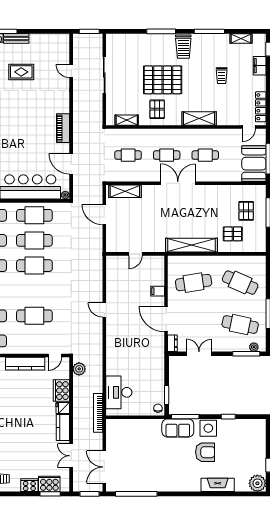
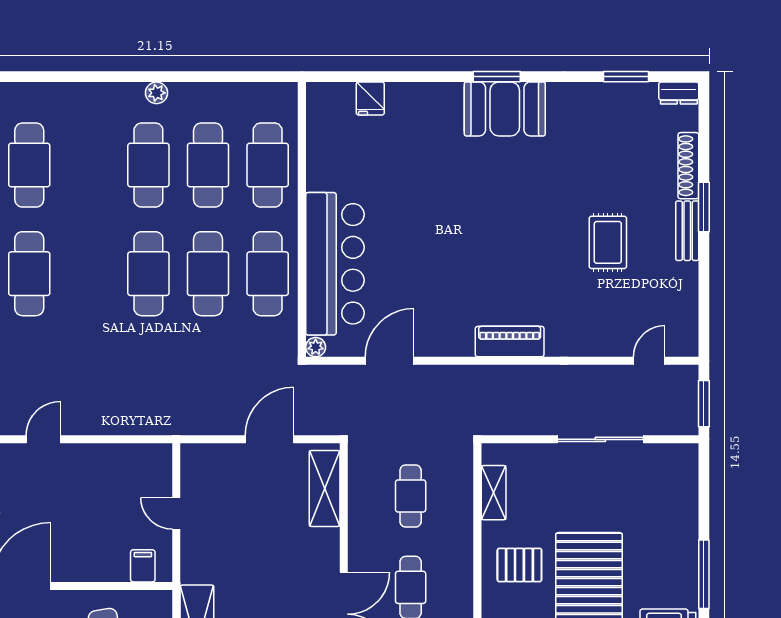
door: (71, 71) -> (649, 361), moved
piano: (63, 128) -> (510, 342), moved
filing cabinet: (158, 291) -> (143, 566), moved

